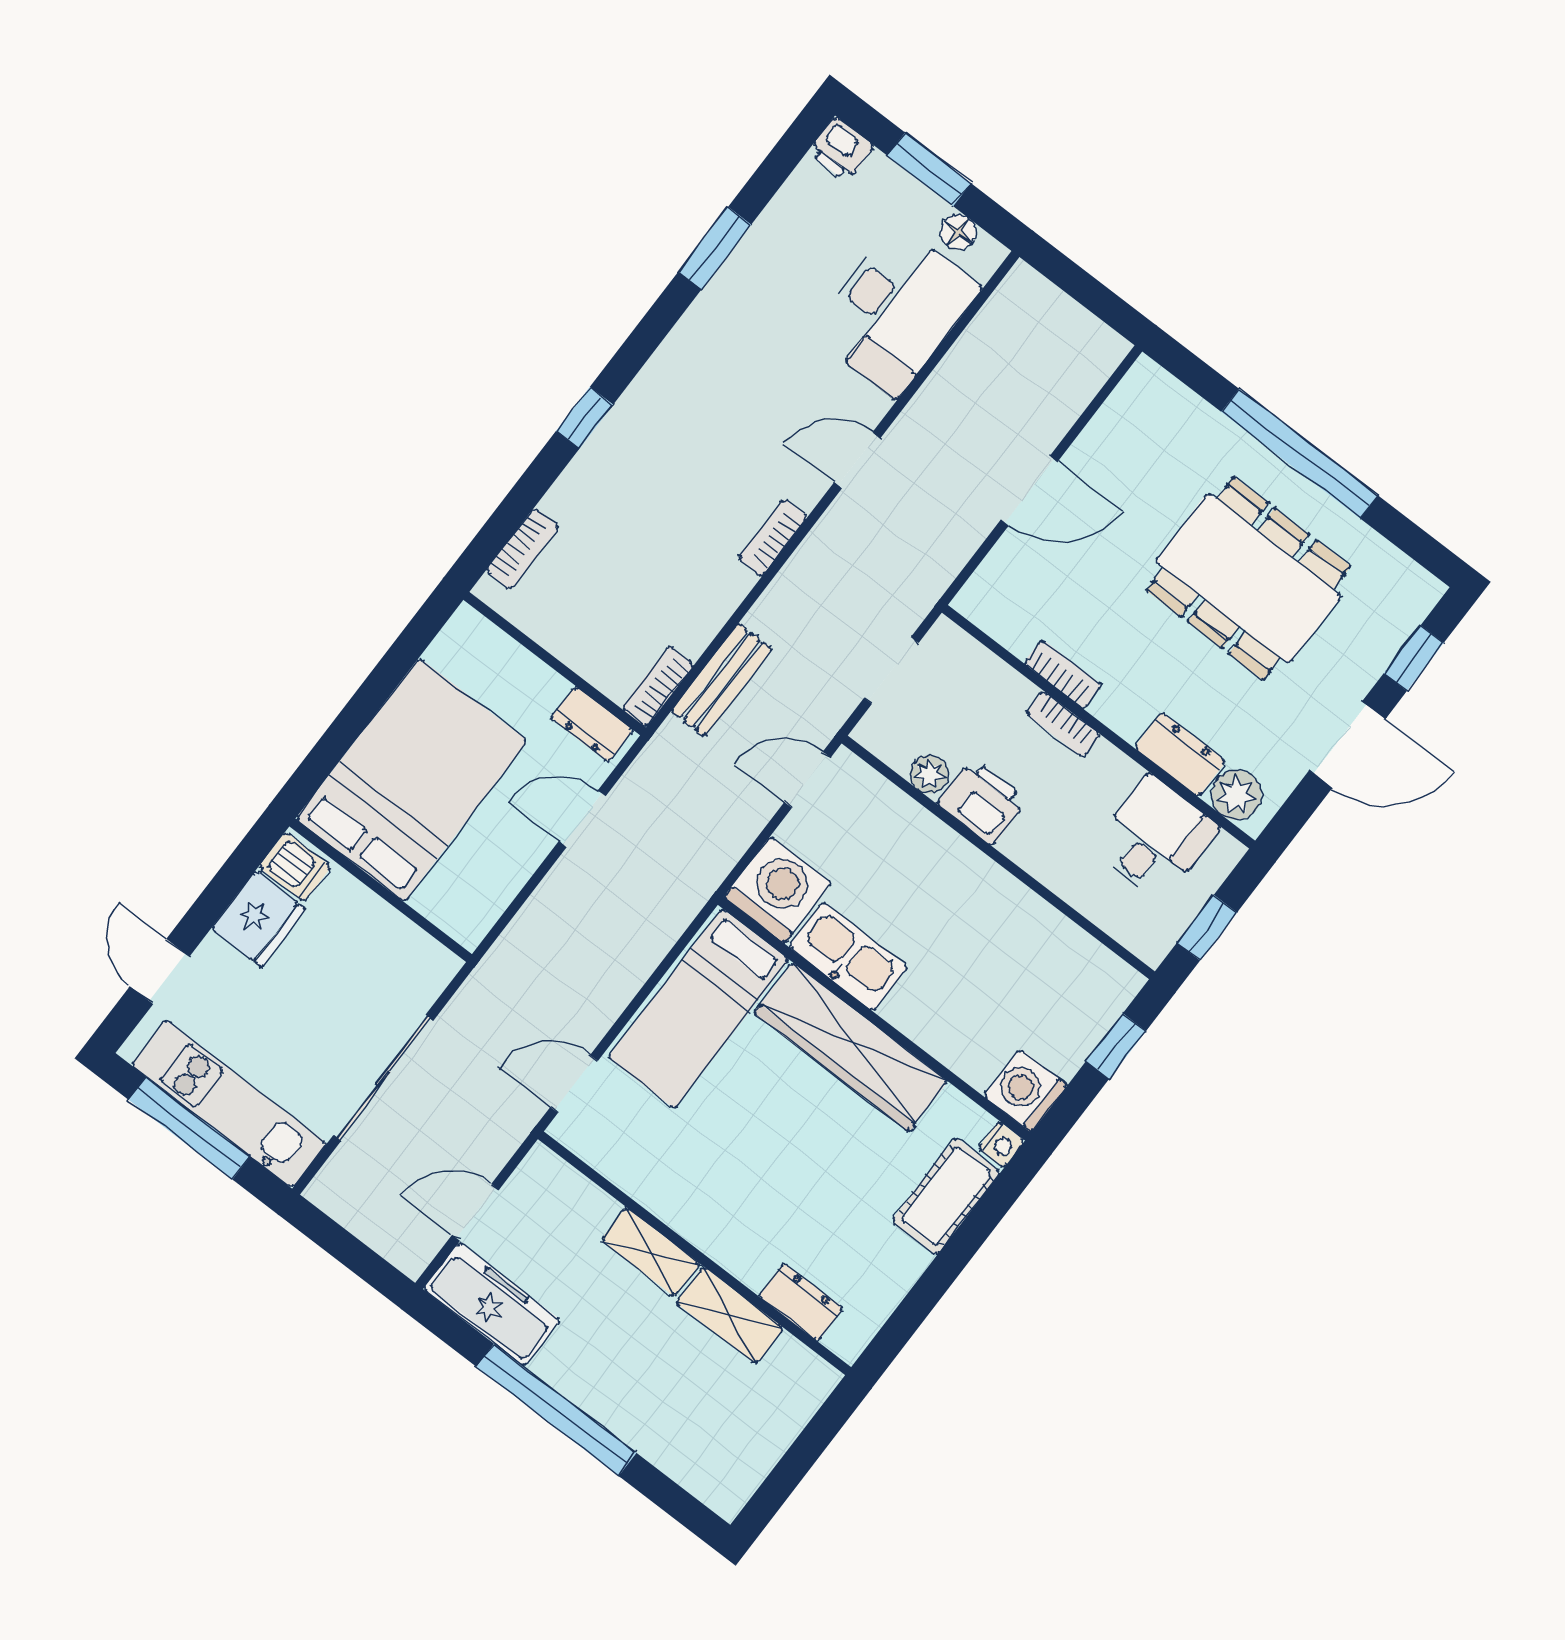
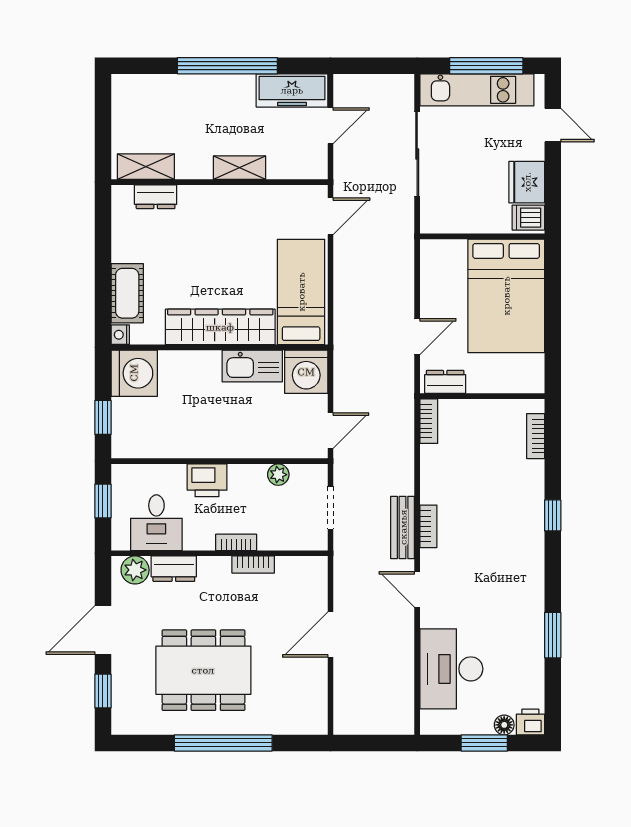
floor lamp: (958, 232) -> (504, 725), moved
door: (857, 460) -> (417, 589), swing flipped
bench: (722, 680) -> (403, 527), moved
printer: (982, 802) -> (207, 480), moved
washing machine: (1025, 1091) -> (134, 373), width x1.37, depth x1.37
shelving: (730, 1315) -> (146, 167), moved

